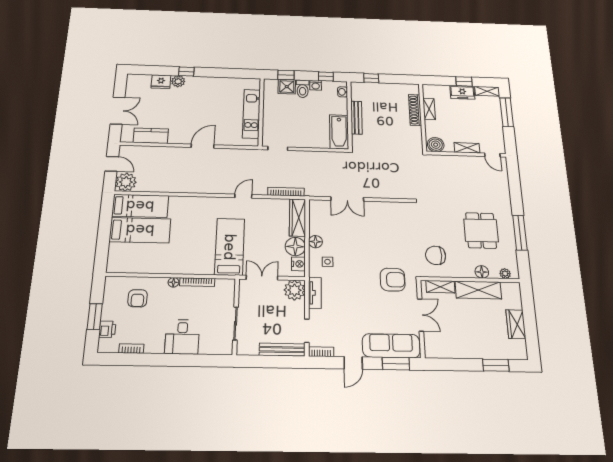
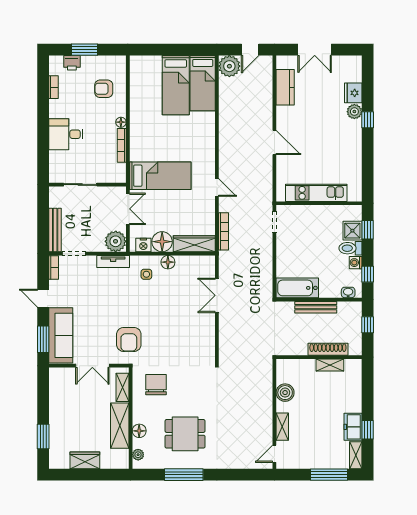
shelving: (429, 109) -> (330, 365), moved
shoe rack: (415, 110) -> (328, 349), moved
wall: (423, 117) -> (319, 357), moved

